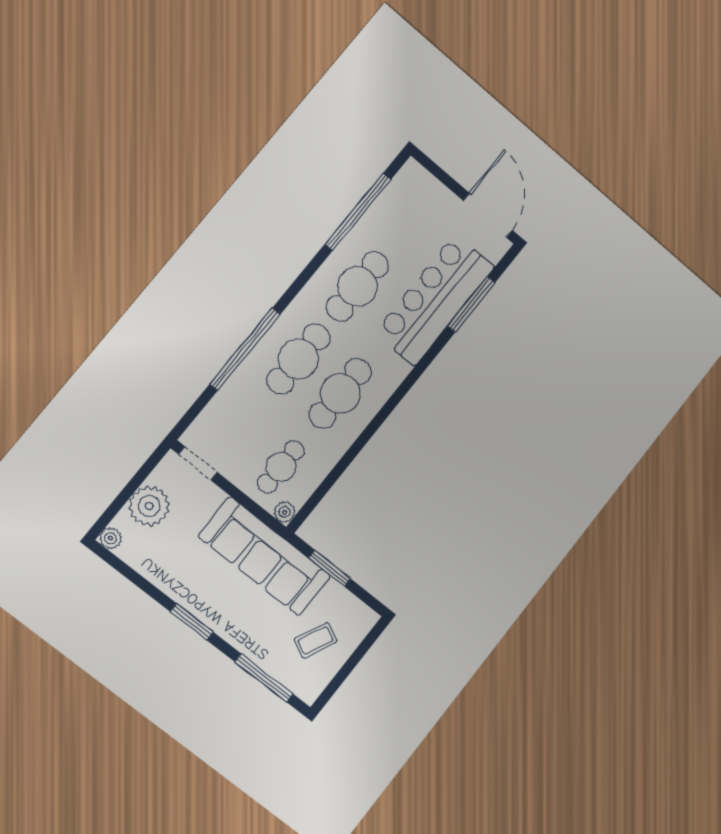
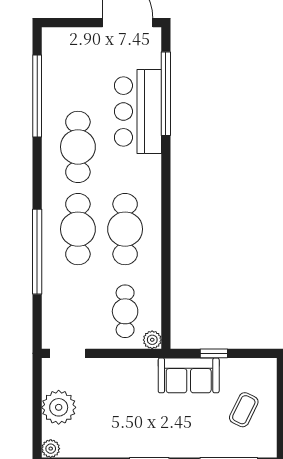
bar counter: (435, 300) -> (138, 111), width x0.73
window: (471, 304) -> (166, 94), width x1.46
sofa: (265, 556) -> (189, 375), width x0.54, depth x0.79
window: (330, 568) -> (214, 353), width x0.67

